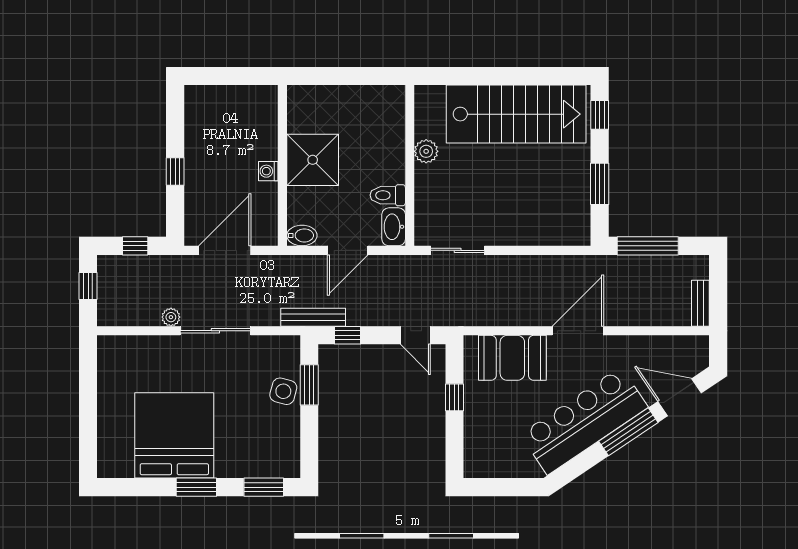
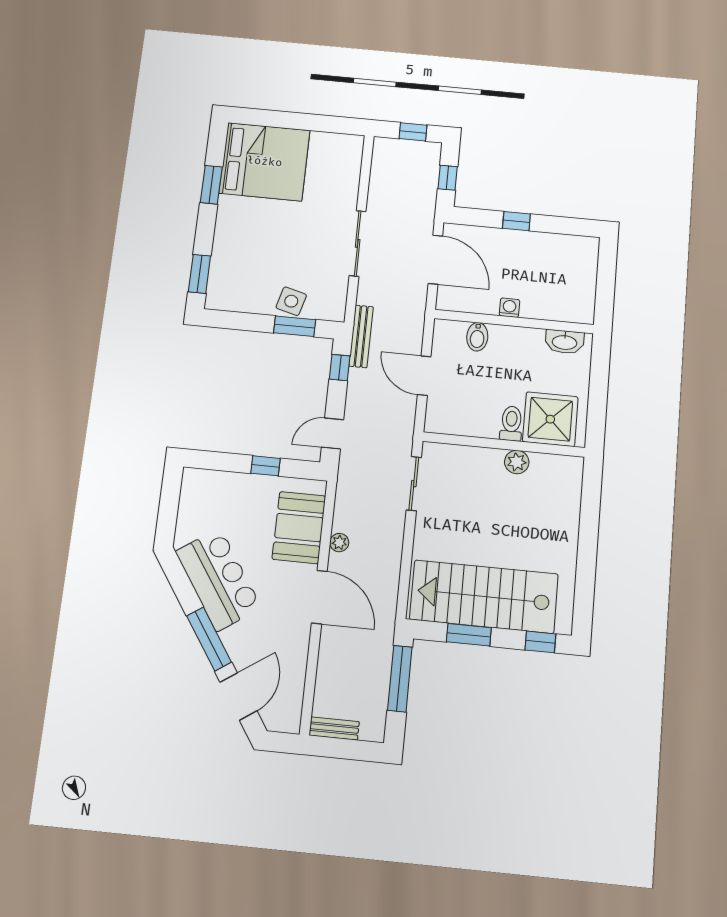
stairs: (516, 114) -> (484, 597), moved, turned 90
shower: (313, 160) -> (550, 419), moved
toilet: (388, 195) -> (511, 423), moved
washbasin: (394, 227) -> (565, 342), moved, turned 180
bidet: (302, 235) -> (477, 337), moved
plant: (171, 317) -> (339, 543), moved
bar counter: (584, 421) -> (218, 580), width x0.73
bed: (174, 435) -> (265, 162), moved
window: (196, 487) -> (211, 185), moved

